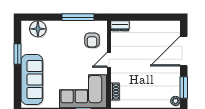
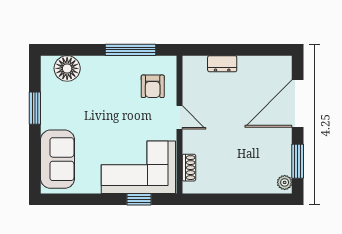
dresser: (120, 26) -> (222, 64), moved
door: (109, 60) -> (180, 117), swing flipped
sofa: (32, 80) -> (58, 159), width x0.73

